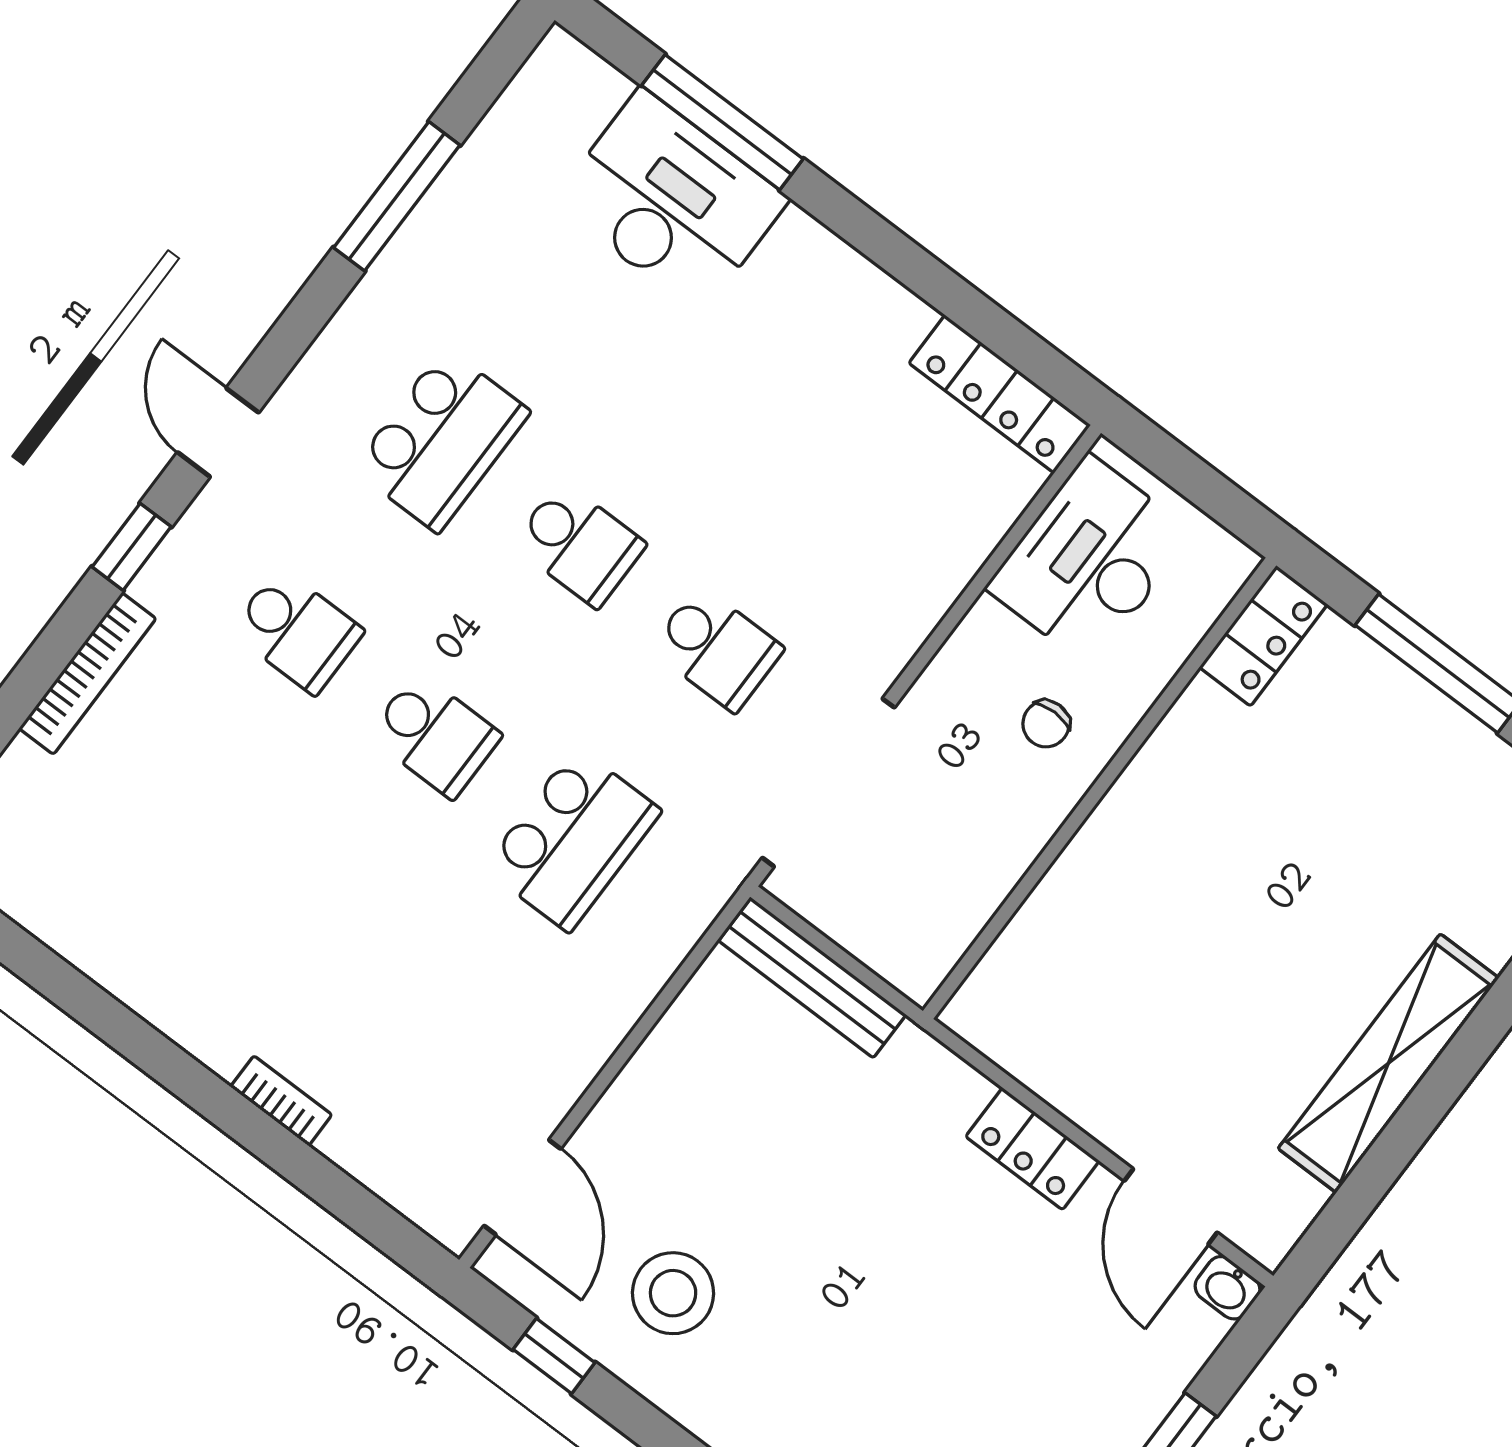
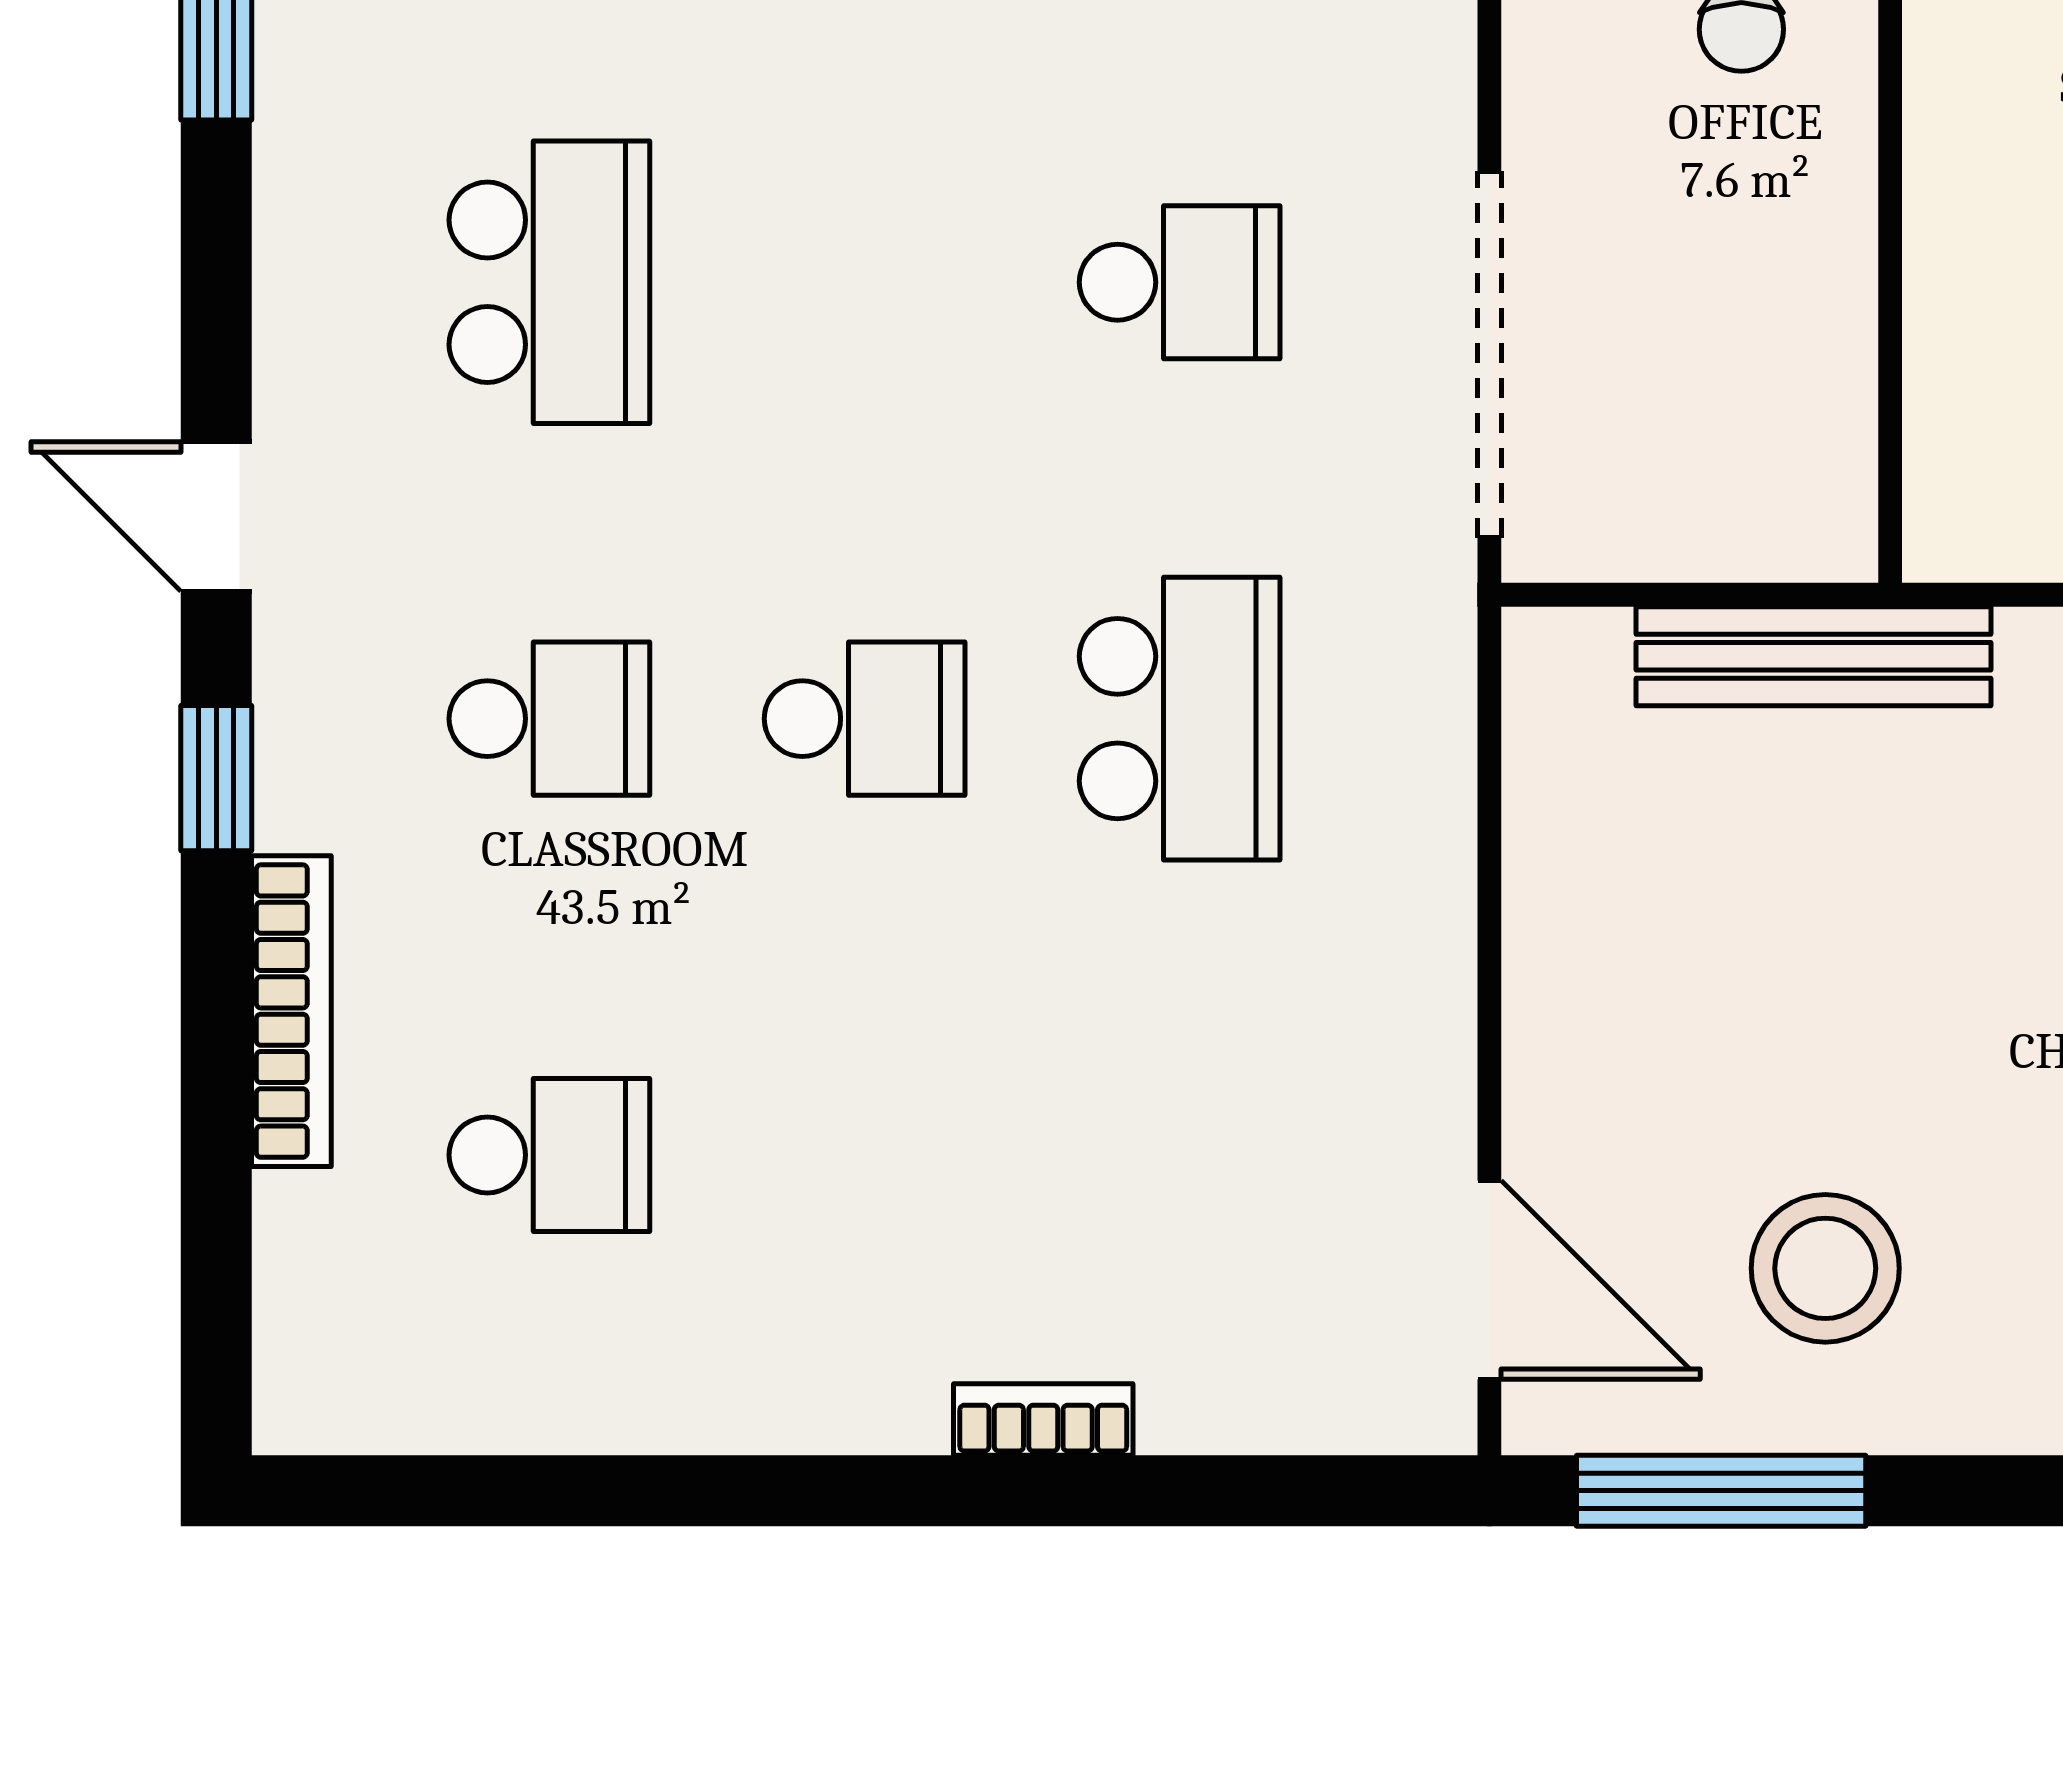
school desk: (579, 544) -> (549, 1155), moved
bench: (812, 978) -> (1814, 656), moved
window: (554, 1356) -> (1721, 1491), width x2.17

